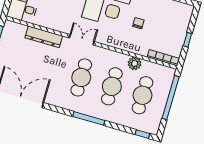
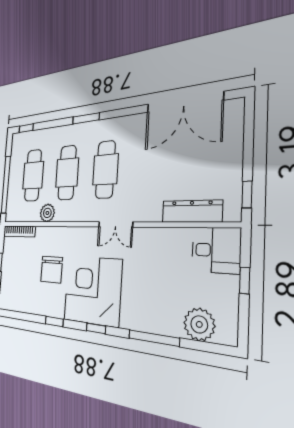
chair: (138, 23) -> (52, 270), width x1.87, depth x1.87
dresser: (44, 37) -> (192, 211), moved
window: (89, 118) -> (86, 118), width x0.69

